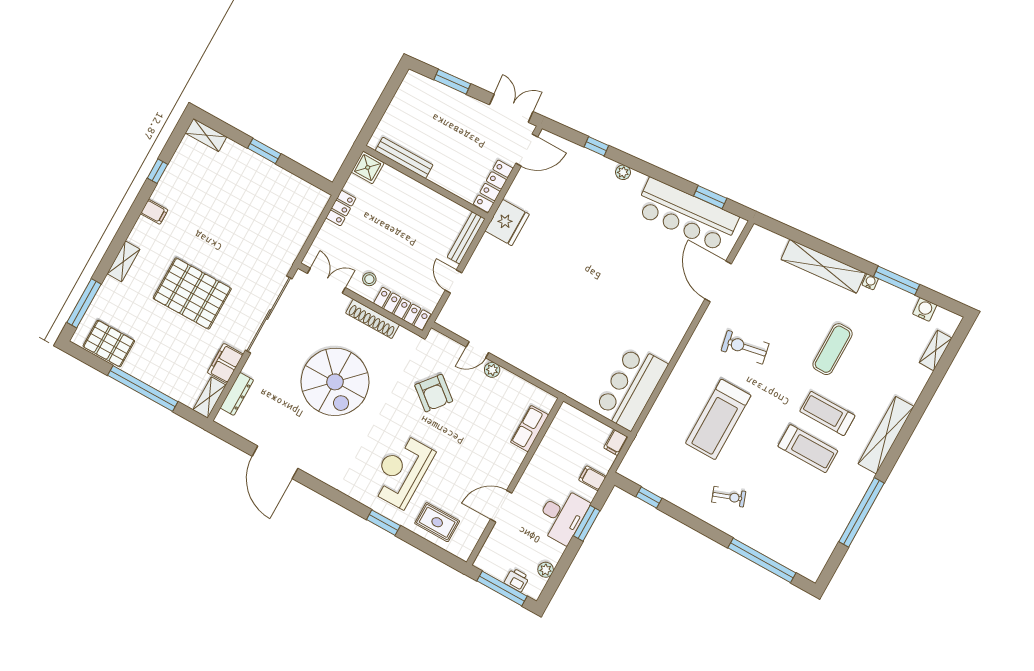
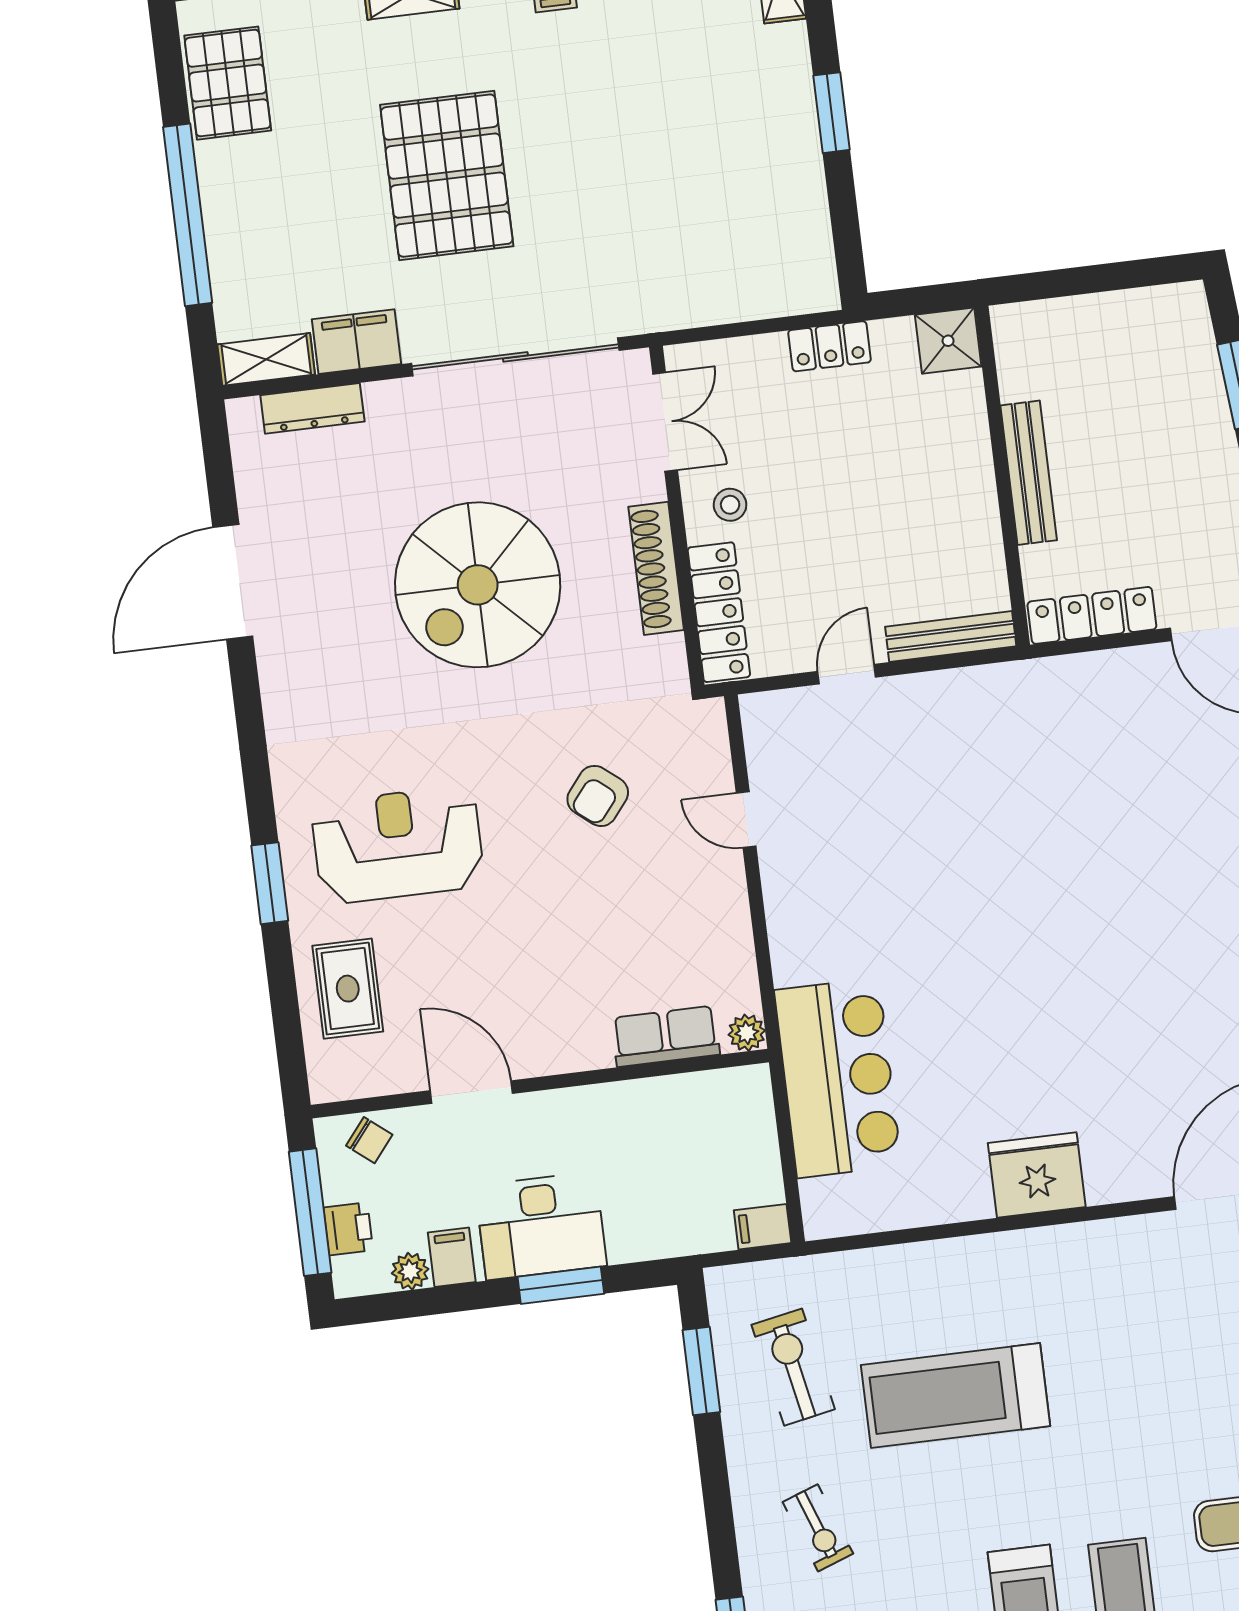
bench: (404, 158) -> (1029, 473), moved
fridge: (507, 223) -> (1037, 1175), moved, turned 180
exercise bike: (745, 347) -> (793, 1367), moved
plant: (492, 370) -> (747, 1033), moved
bar counter: (631, 388) -> (838, 1078), moved, turned 90
armchair: (434, 393) -> (598, 796), width x0.72, depth x0.72
filing cabinet: (592, 478) -> (452, 1257), moved
window: (649, 497) -> (701, 1371), width x1.50
chair: (492, 552) -> (369, 1140), added

